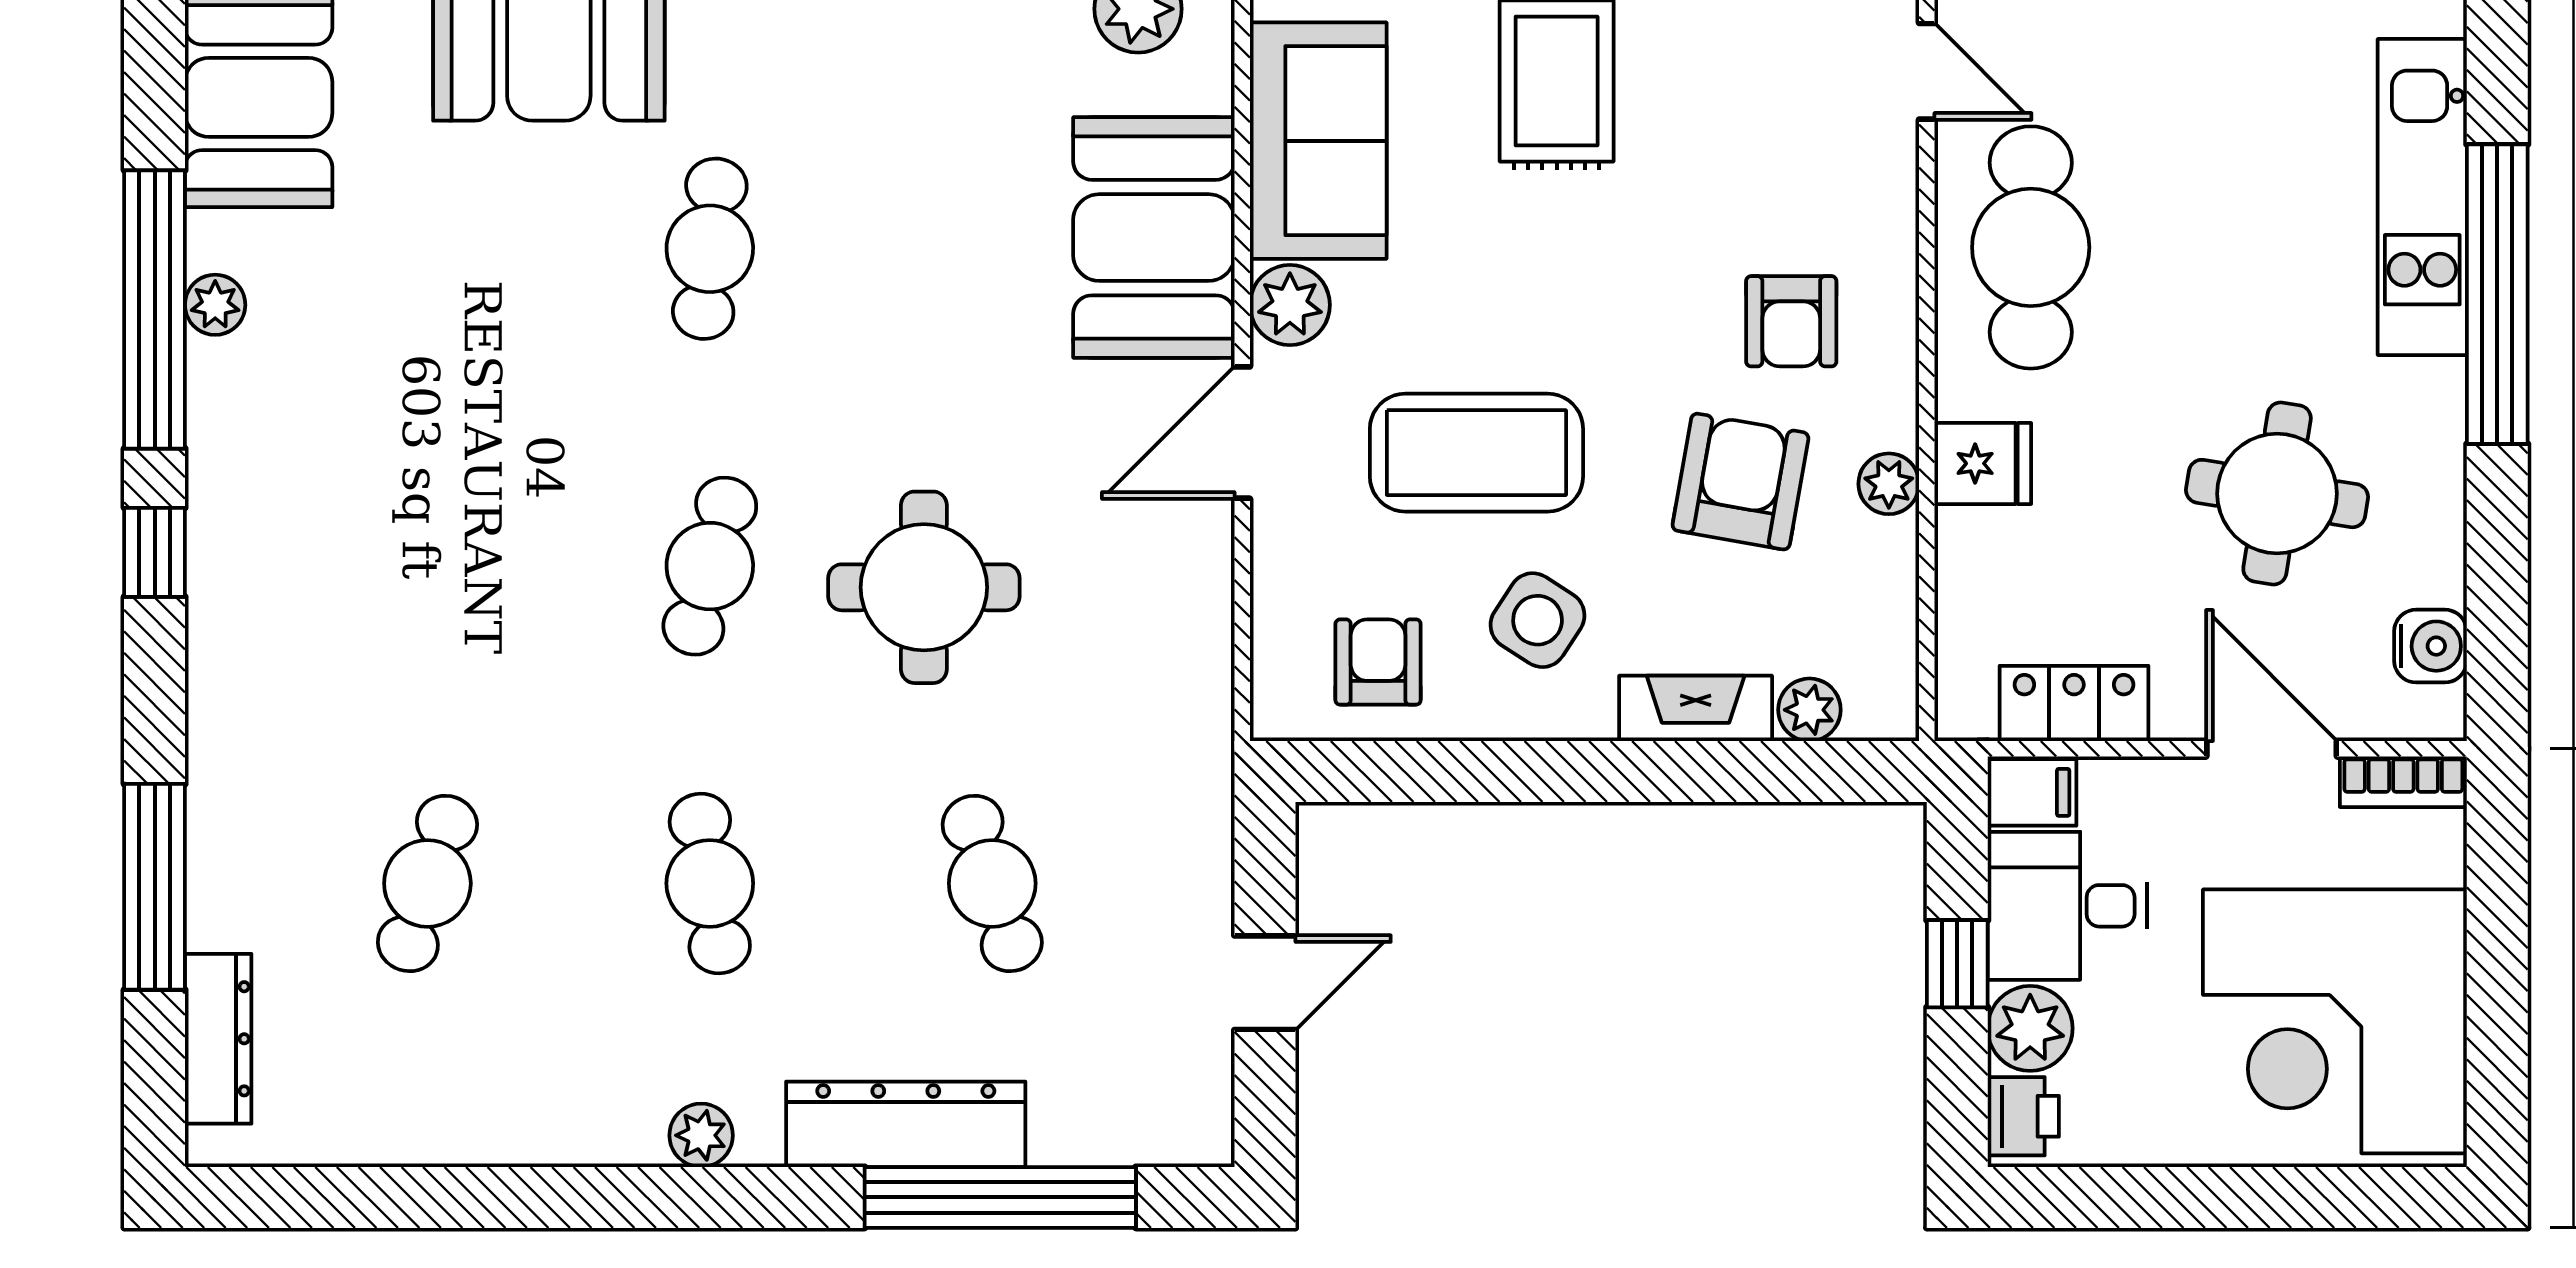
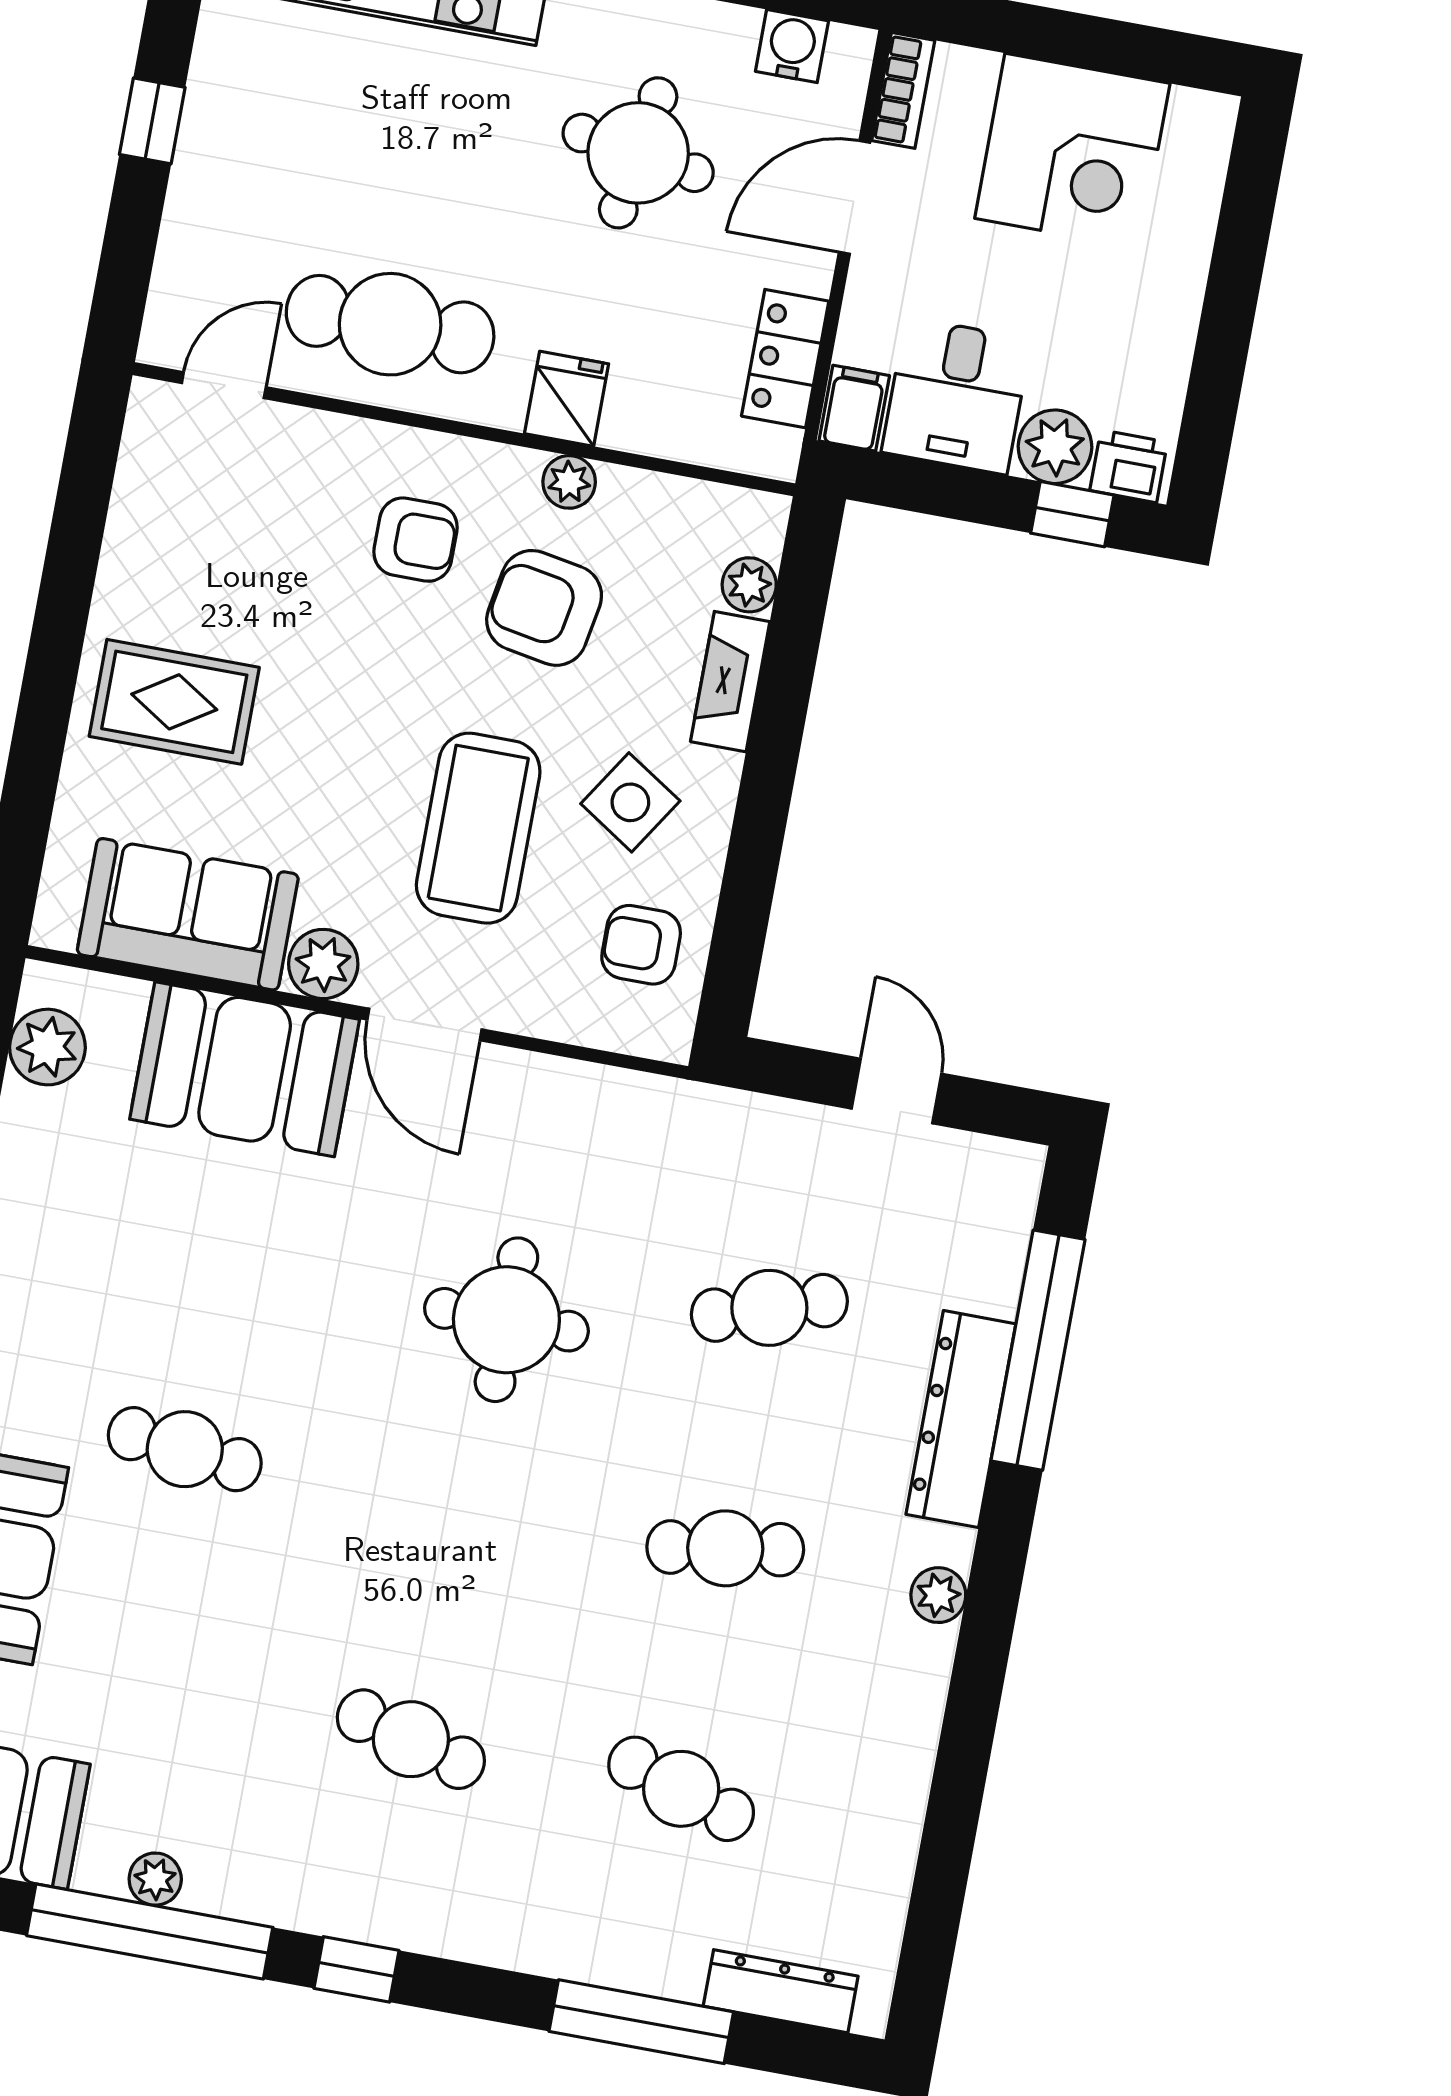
cafe table: (710, 566) -> (411, 1739), moved
window: (1957, 964) -> (1072, 514), moved
corner desk: (2335, 1021) -> (1072, 151), width x0.74, depth x0.74

